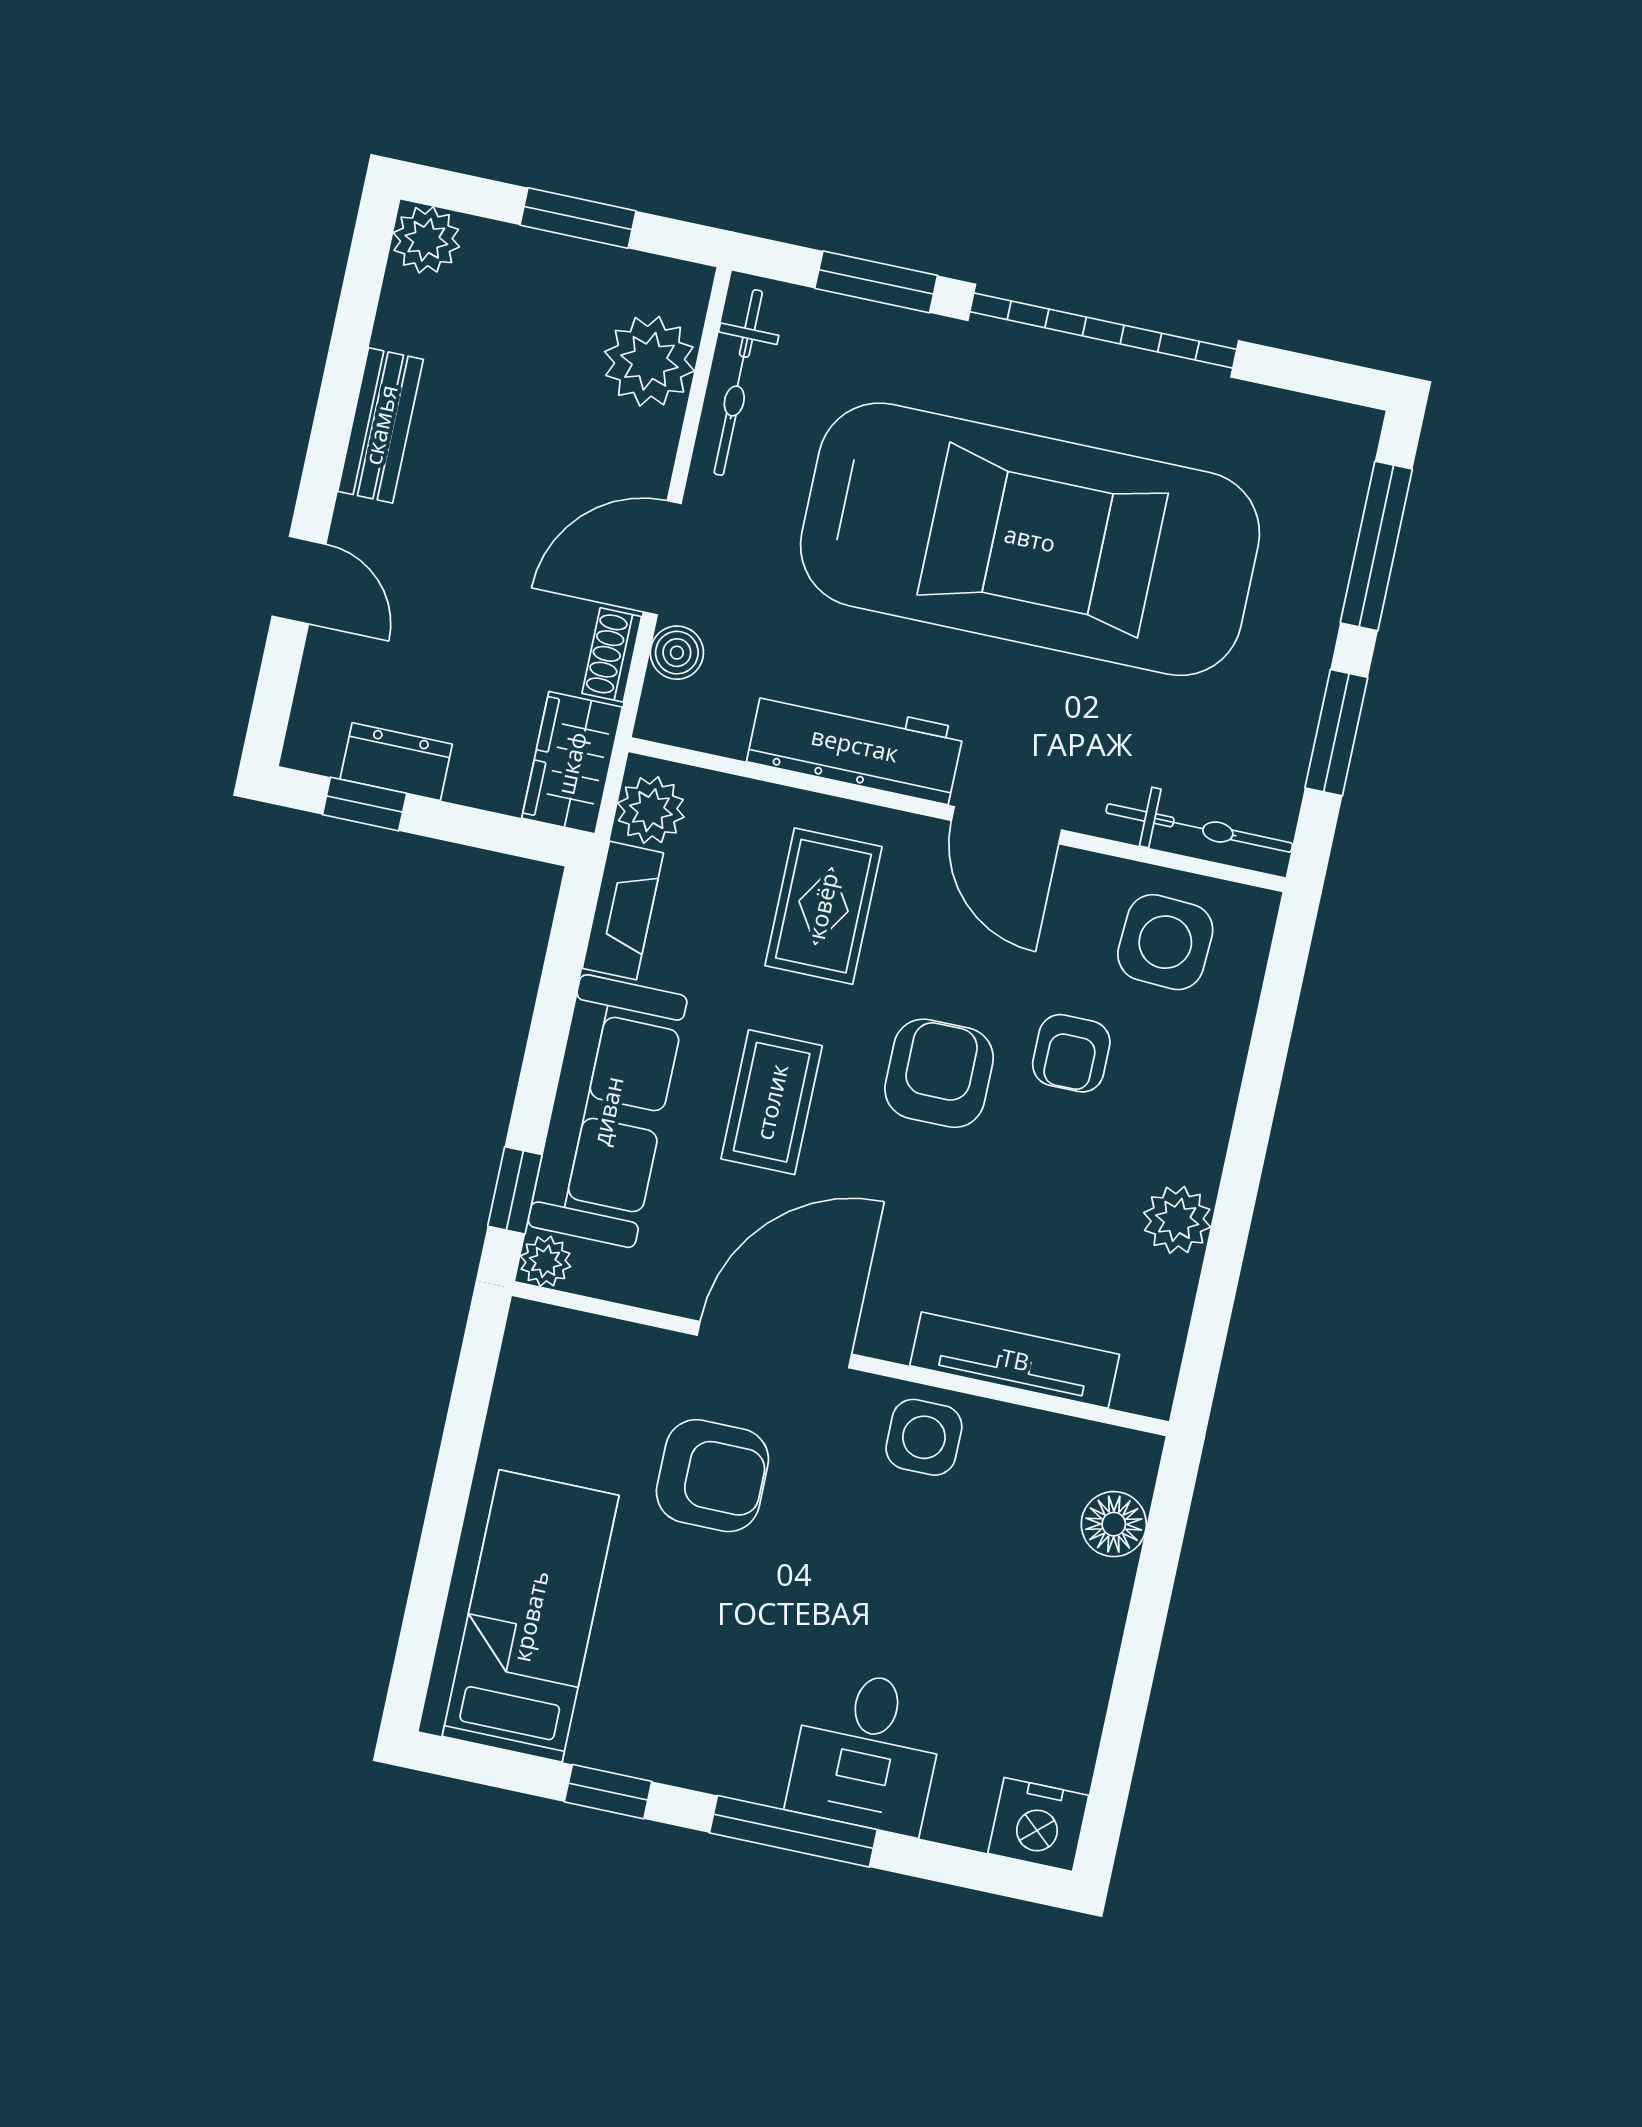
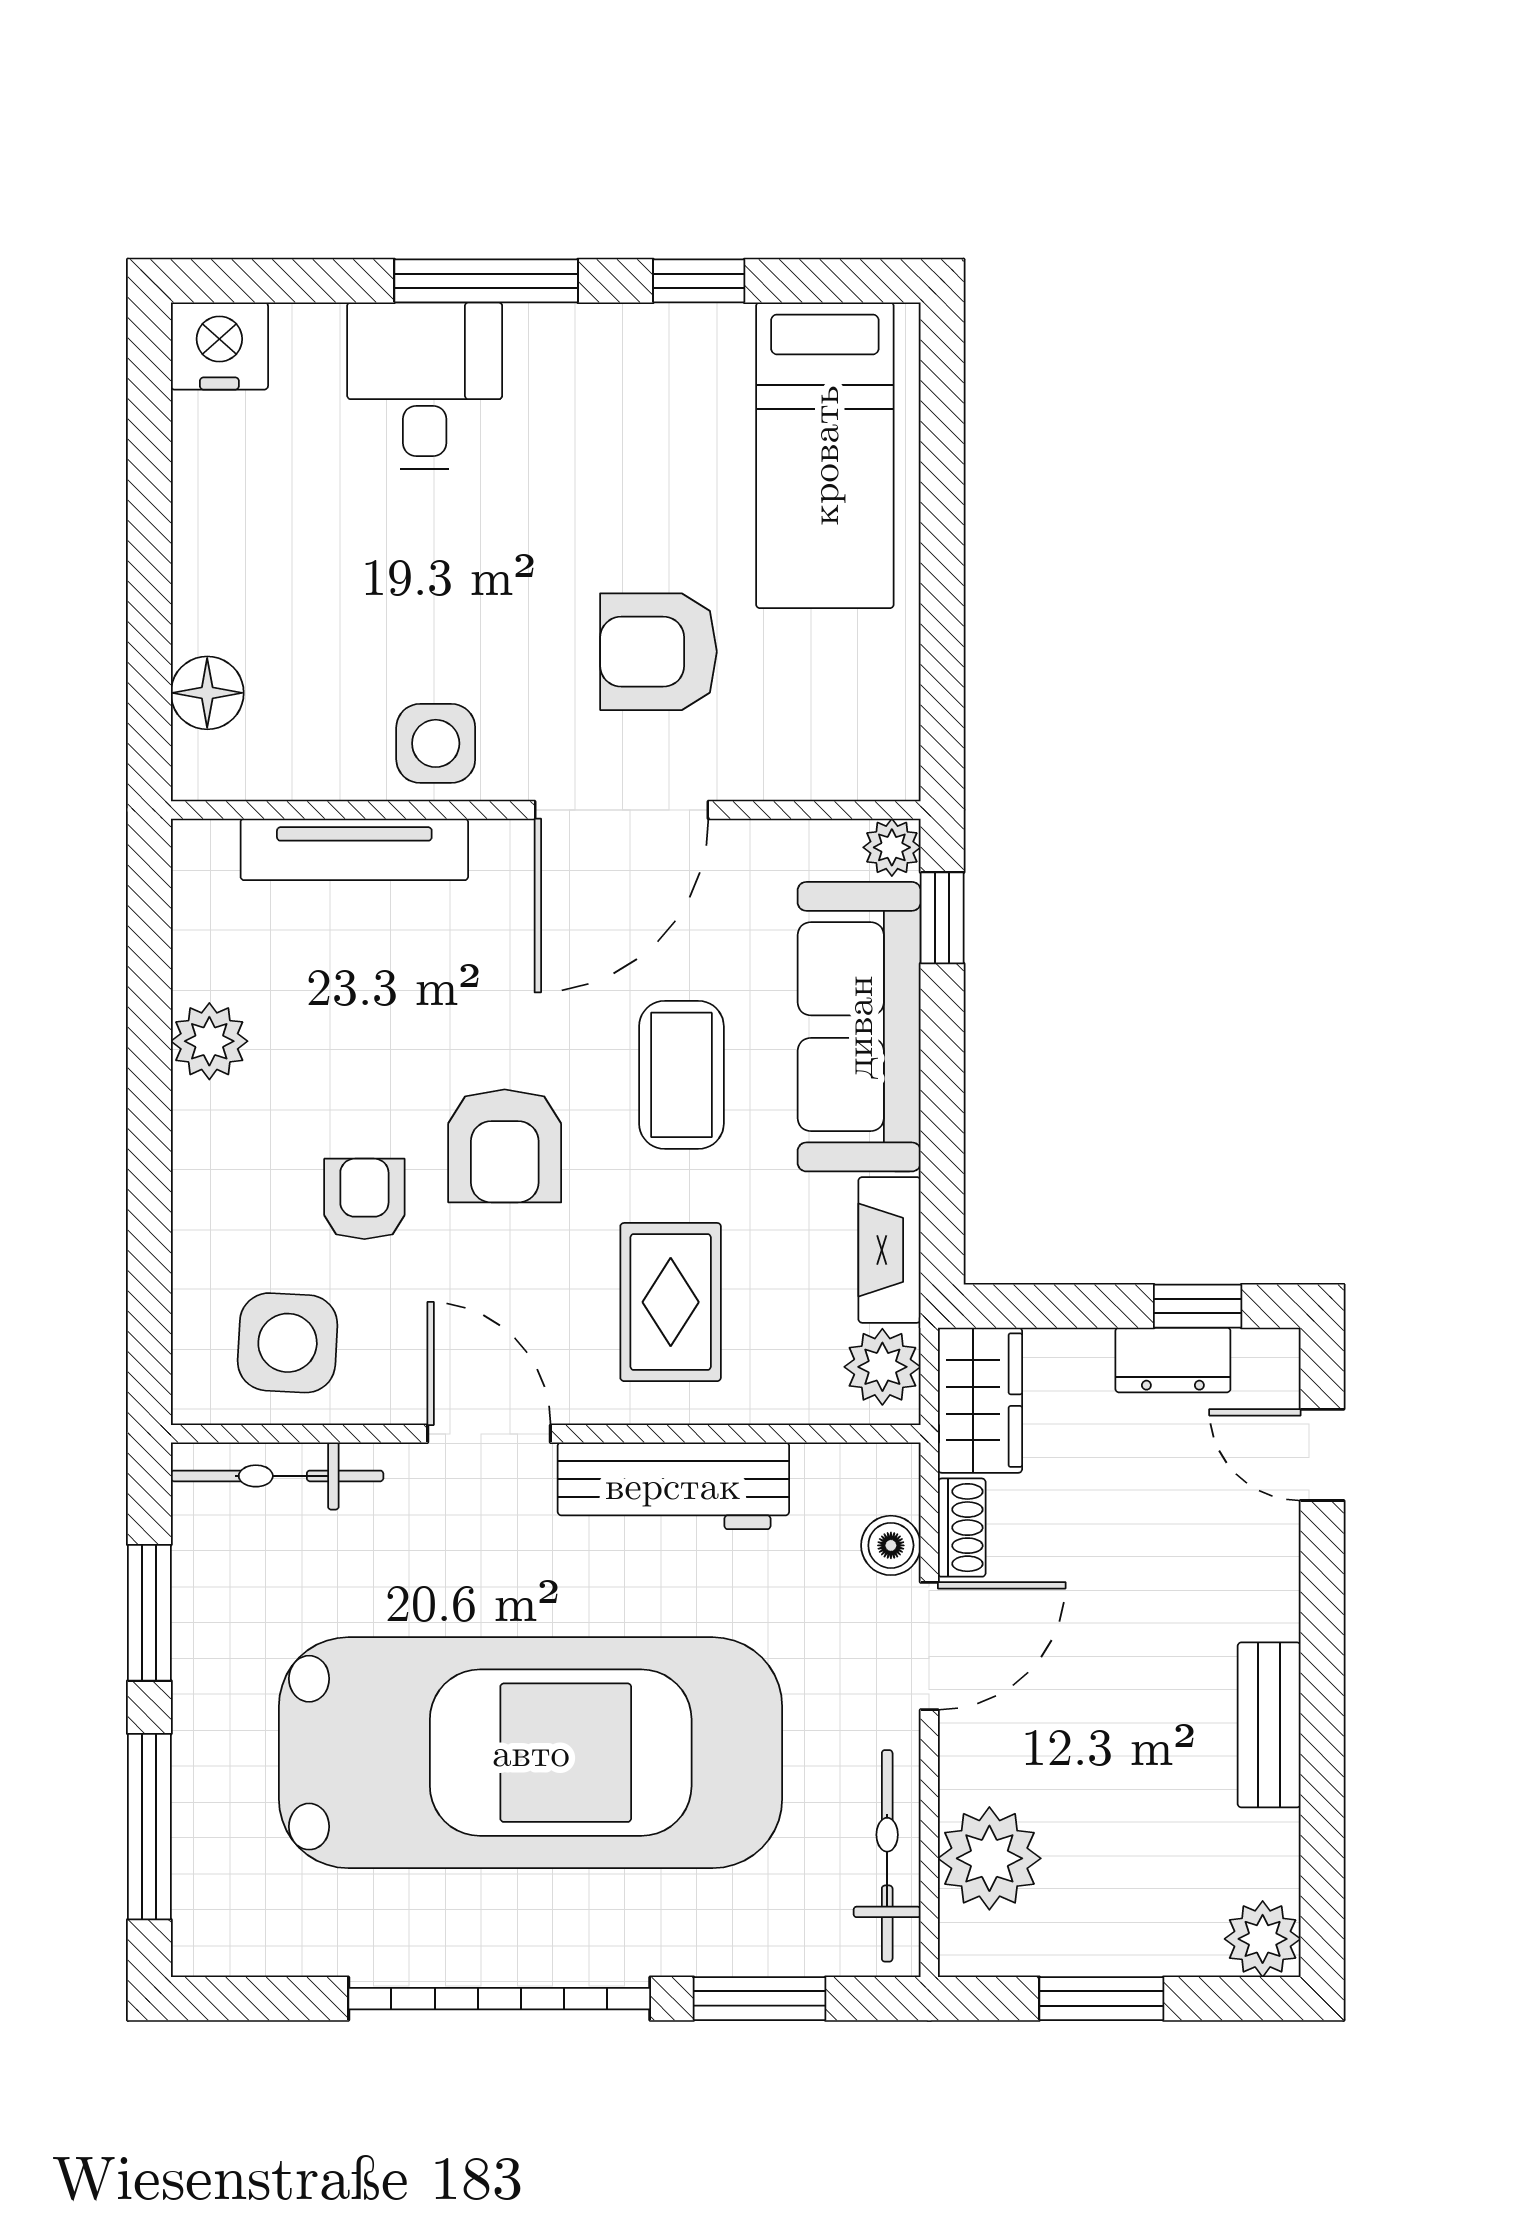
car: (1030, 539) -> (531, 1753), turned 180
door: (299, 580) -> (1322, 1455), moved

